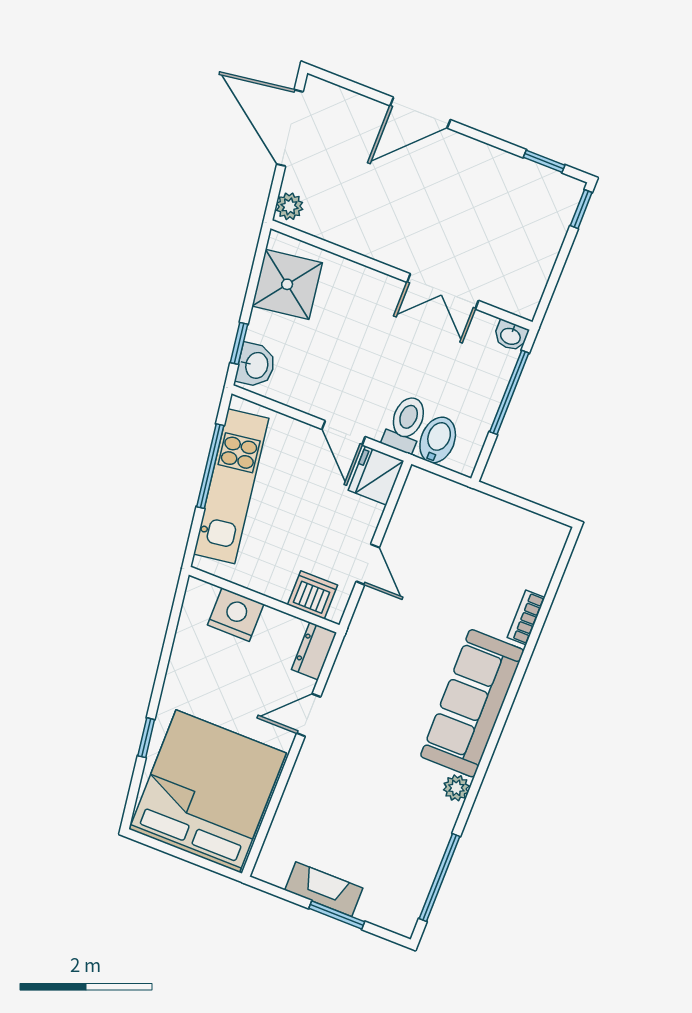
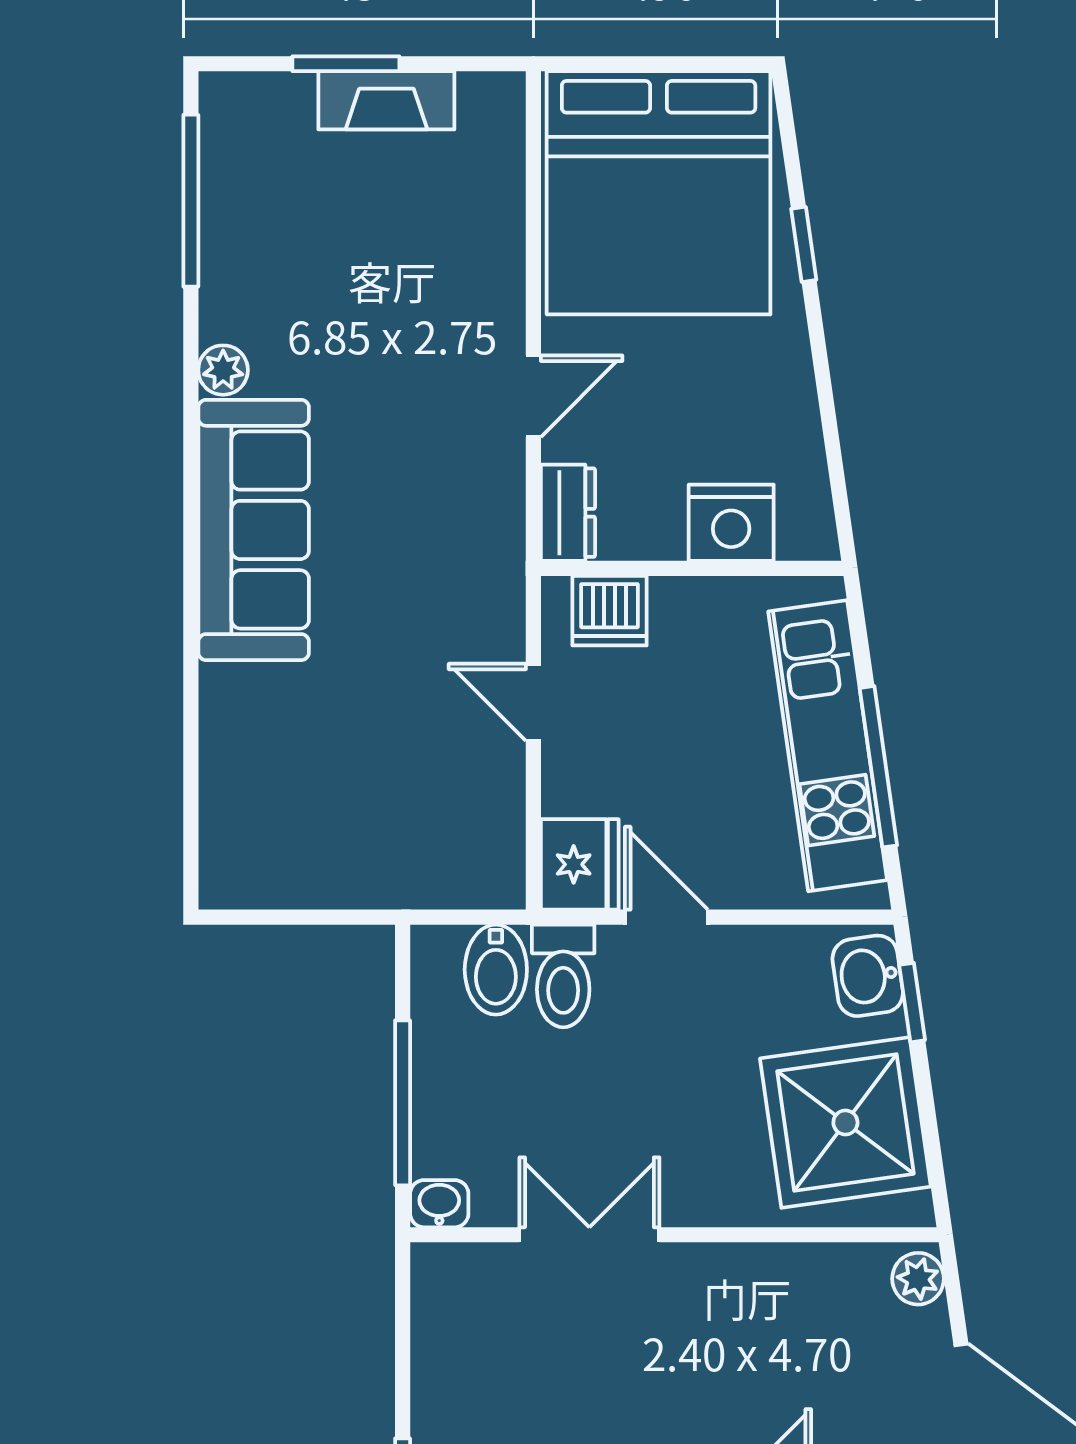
shower: (287, 284) -> (845, 1123), width x1.37, depth x1.37
bookcase: (526, 617) -> (218, 718), removed

